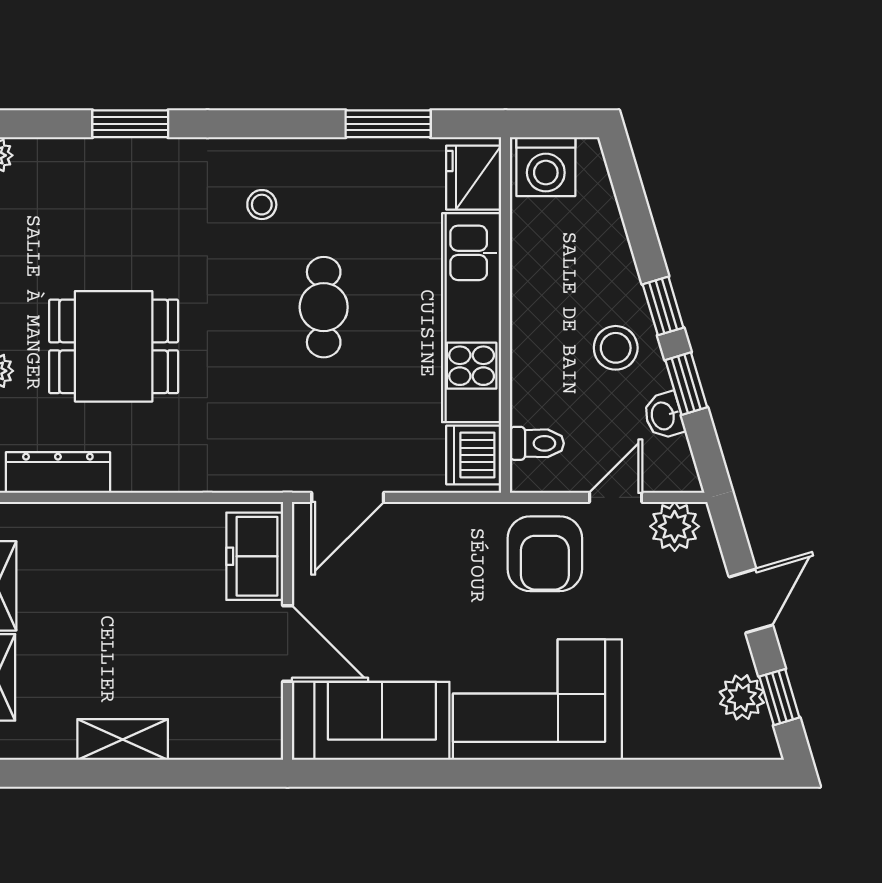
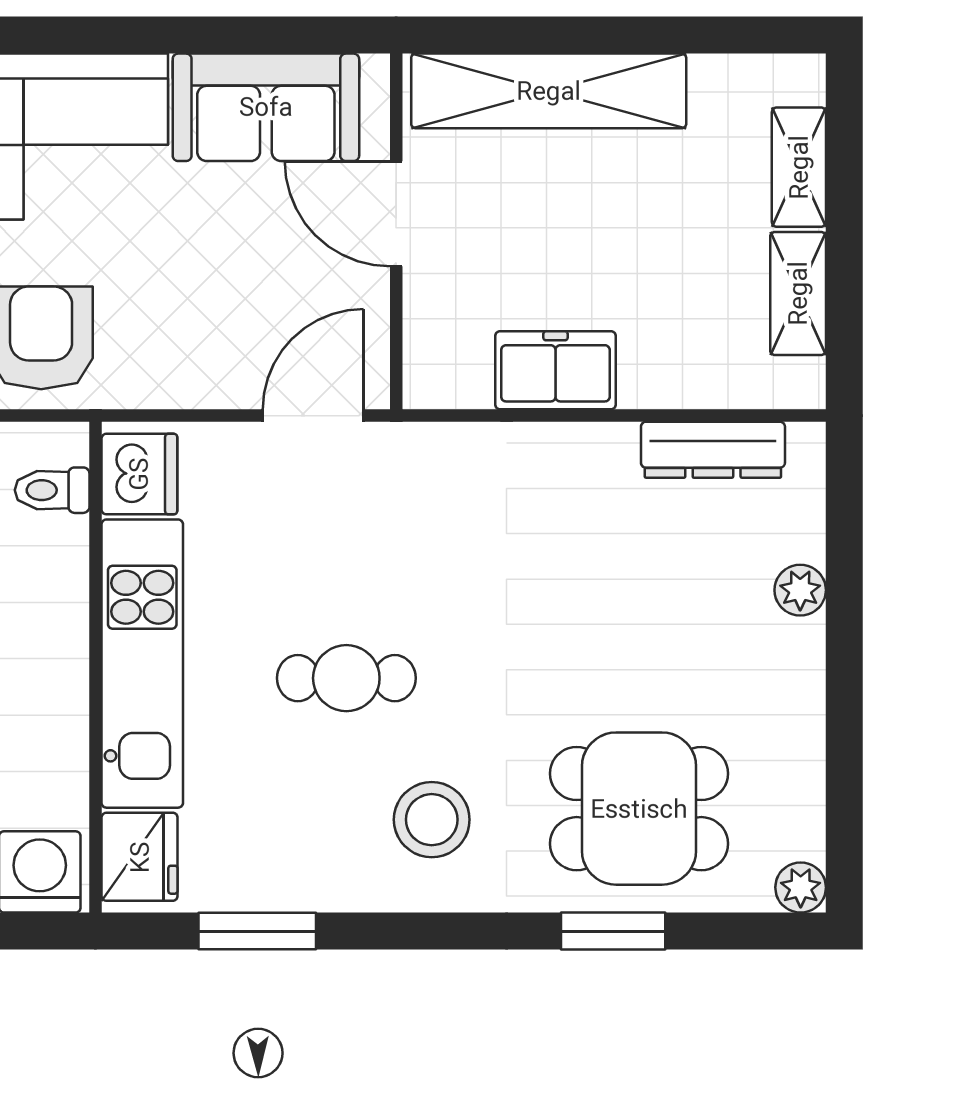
stool: (262, 205) -> (432, 820), width x1.89, depth x1.89
cafe table: (324, 307) -> (346, 678), turned 90
dining table: (114, 346) -> (639, 809), moved
freezer: (255, 556) -> (555, 370), moved, turned -90
shelving: (123, 739) -> (549, 91), width x2.20, depth x1.33

